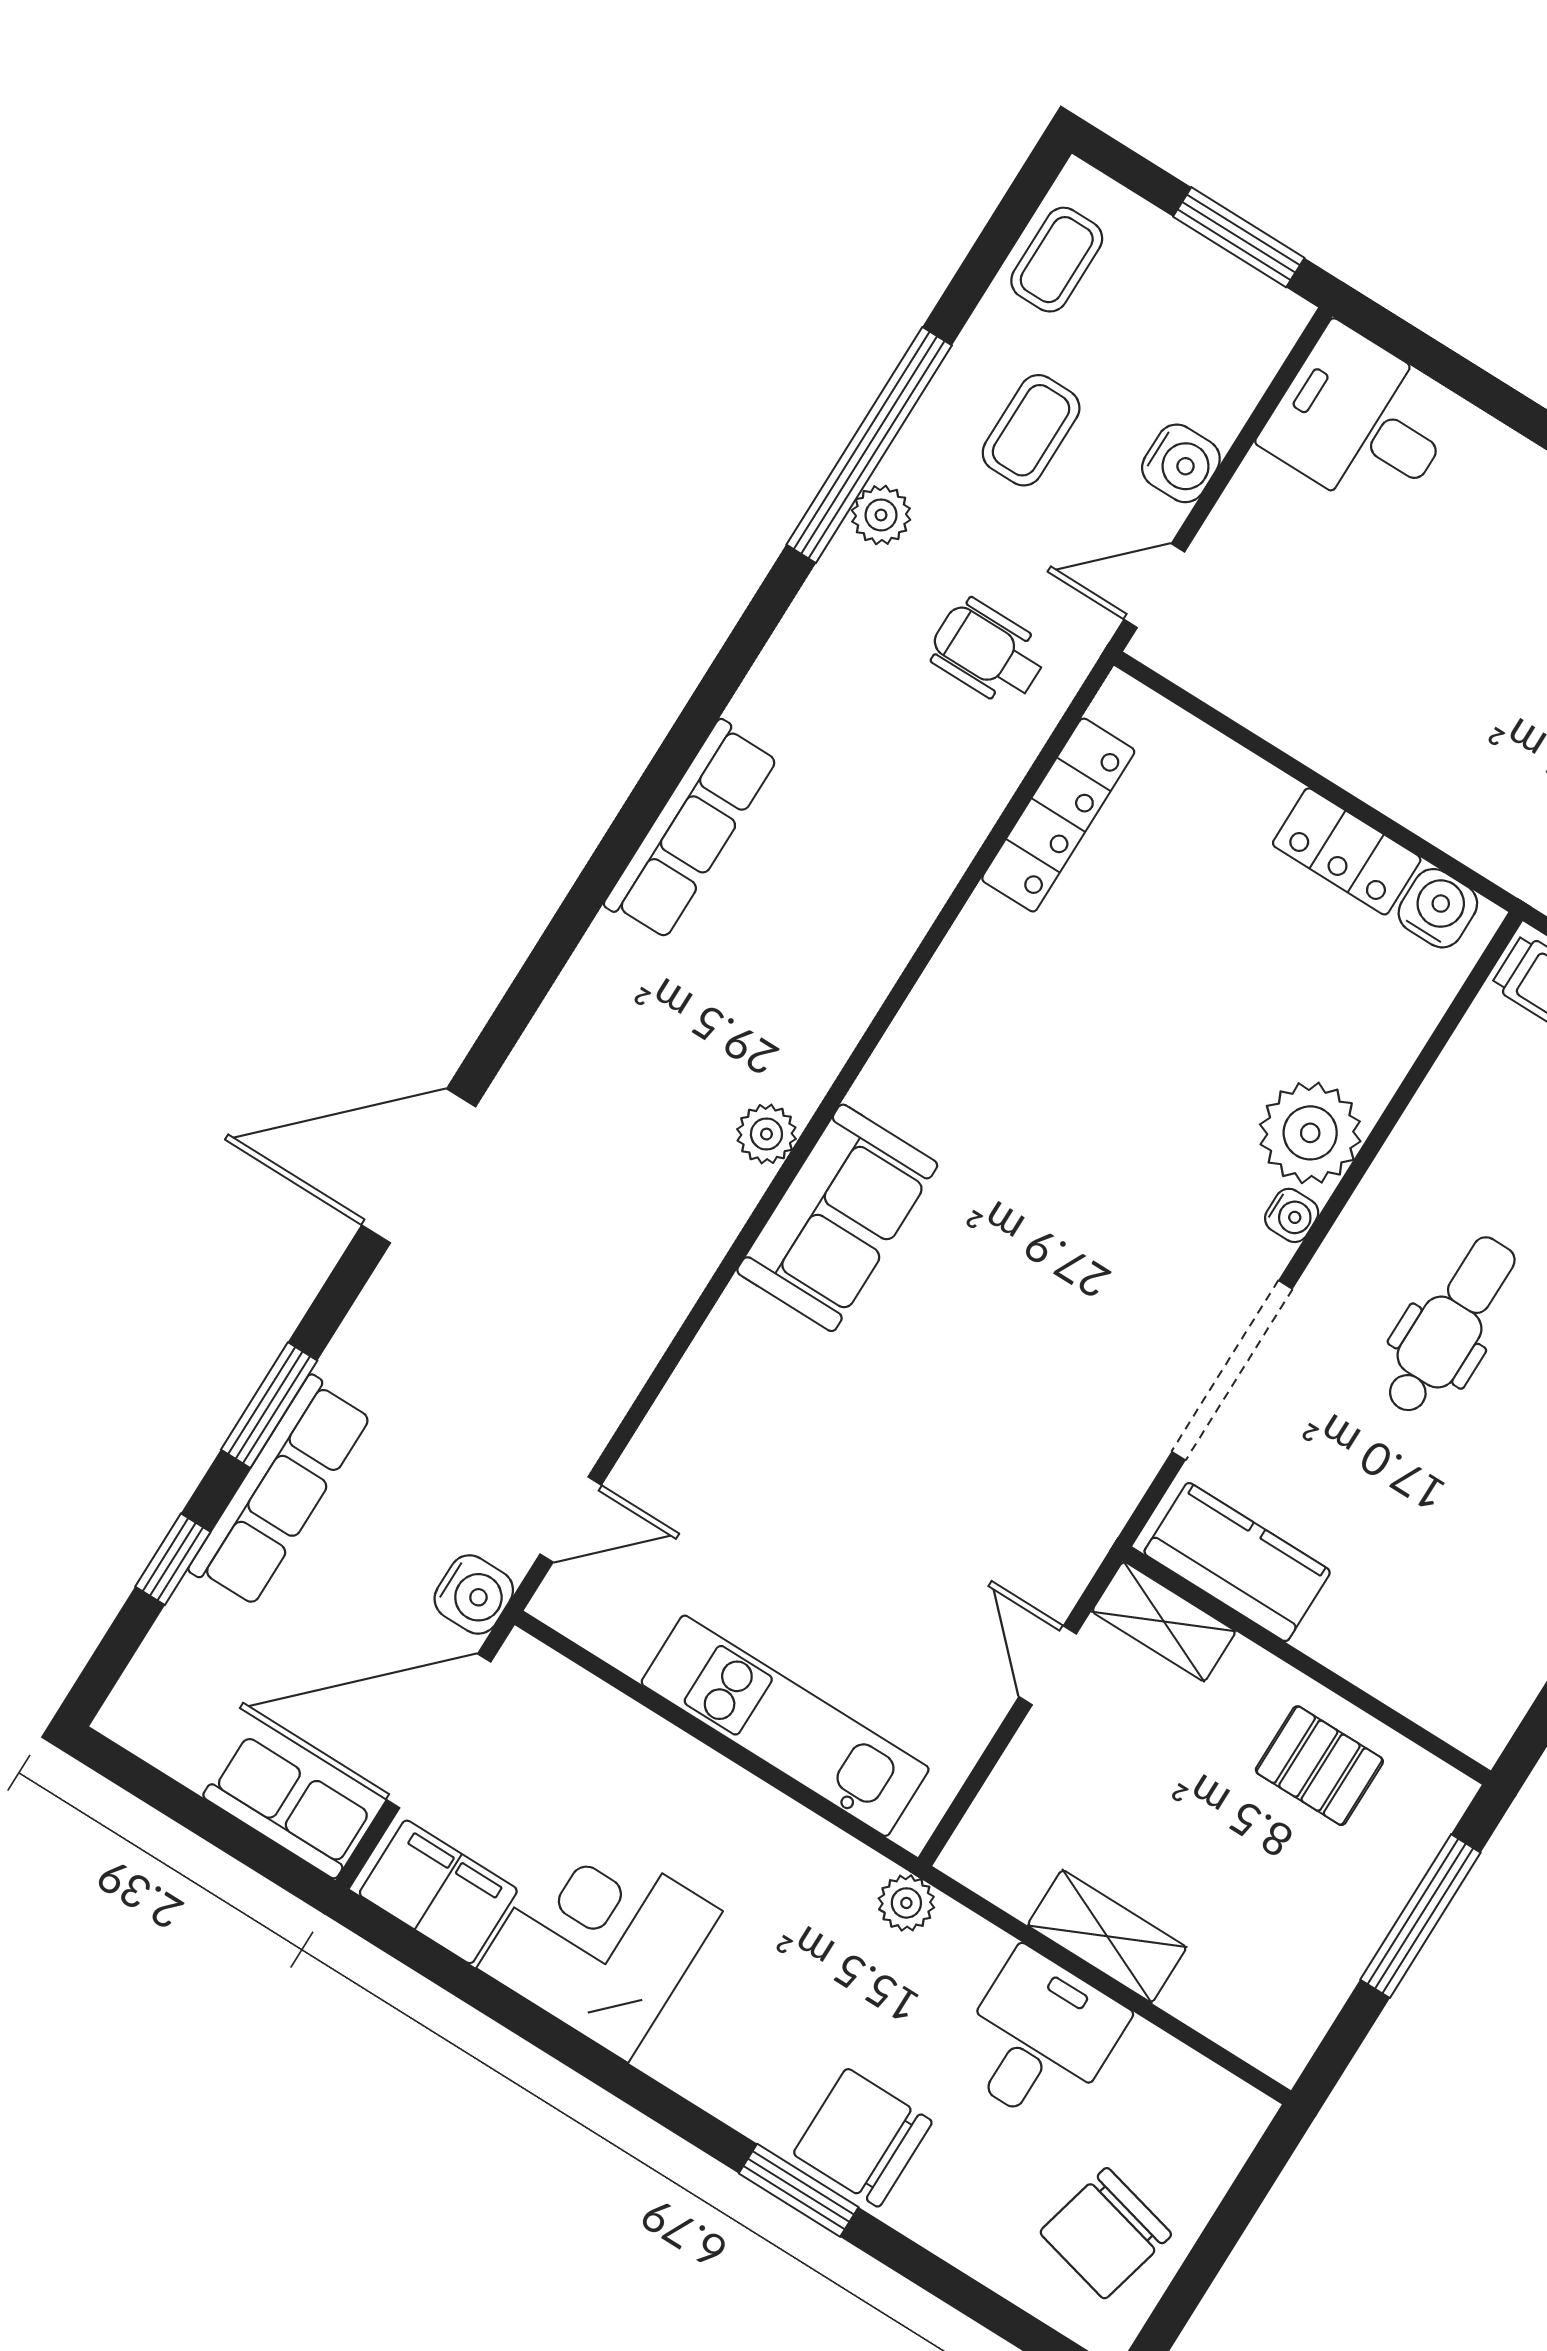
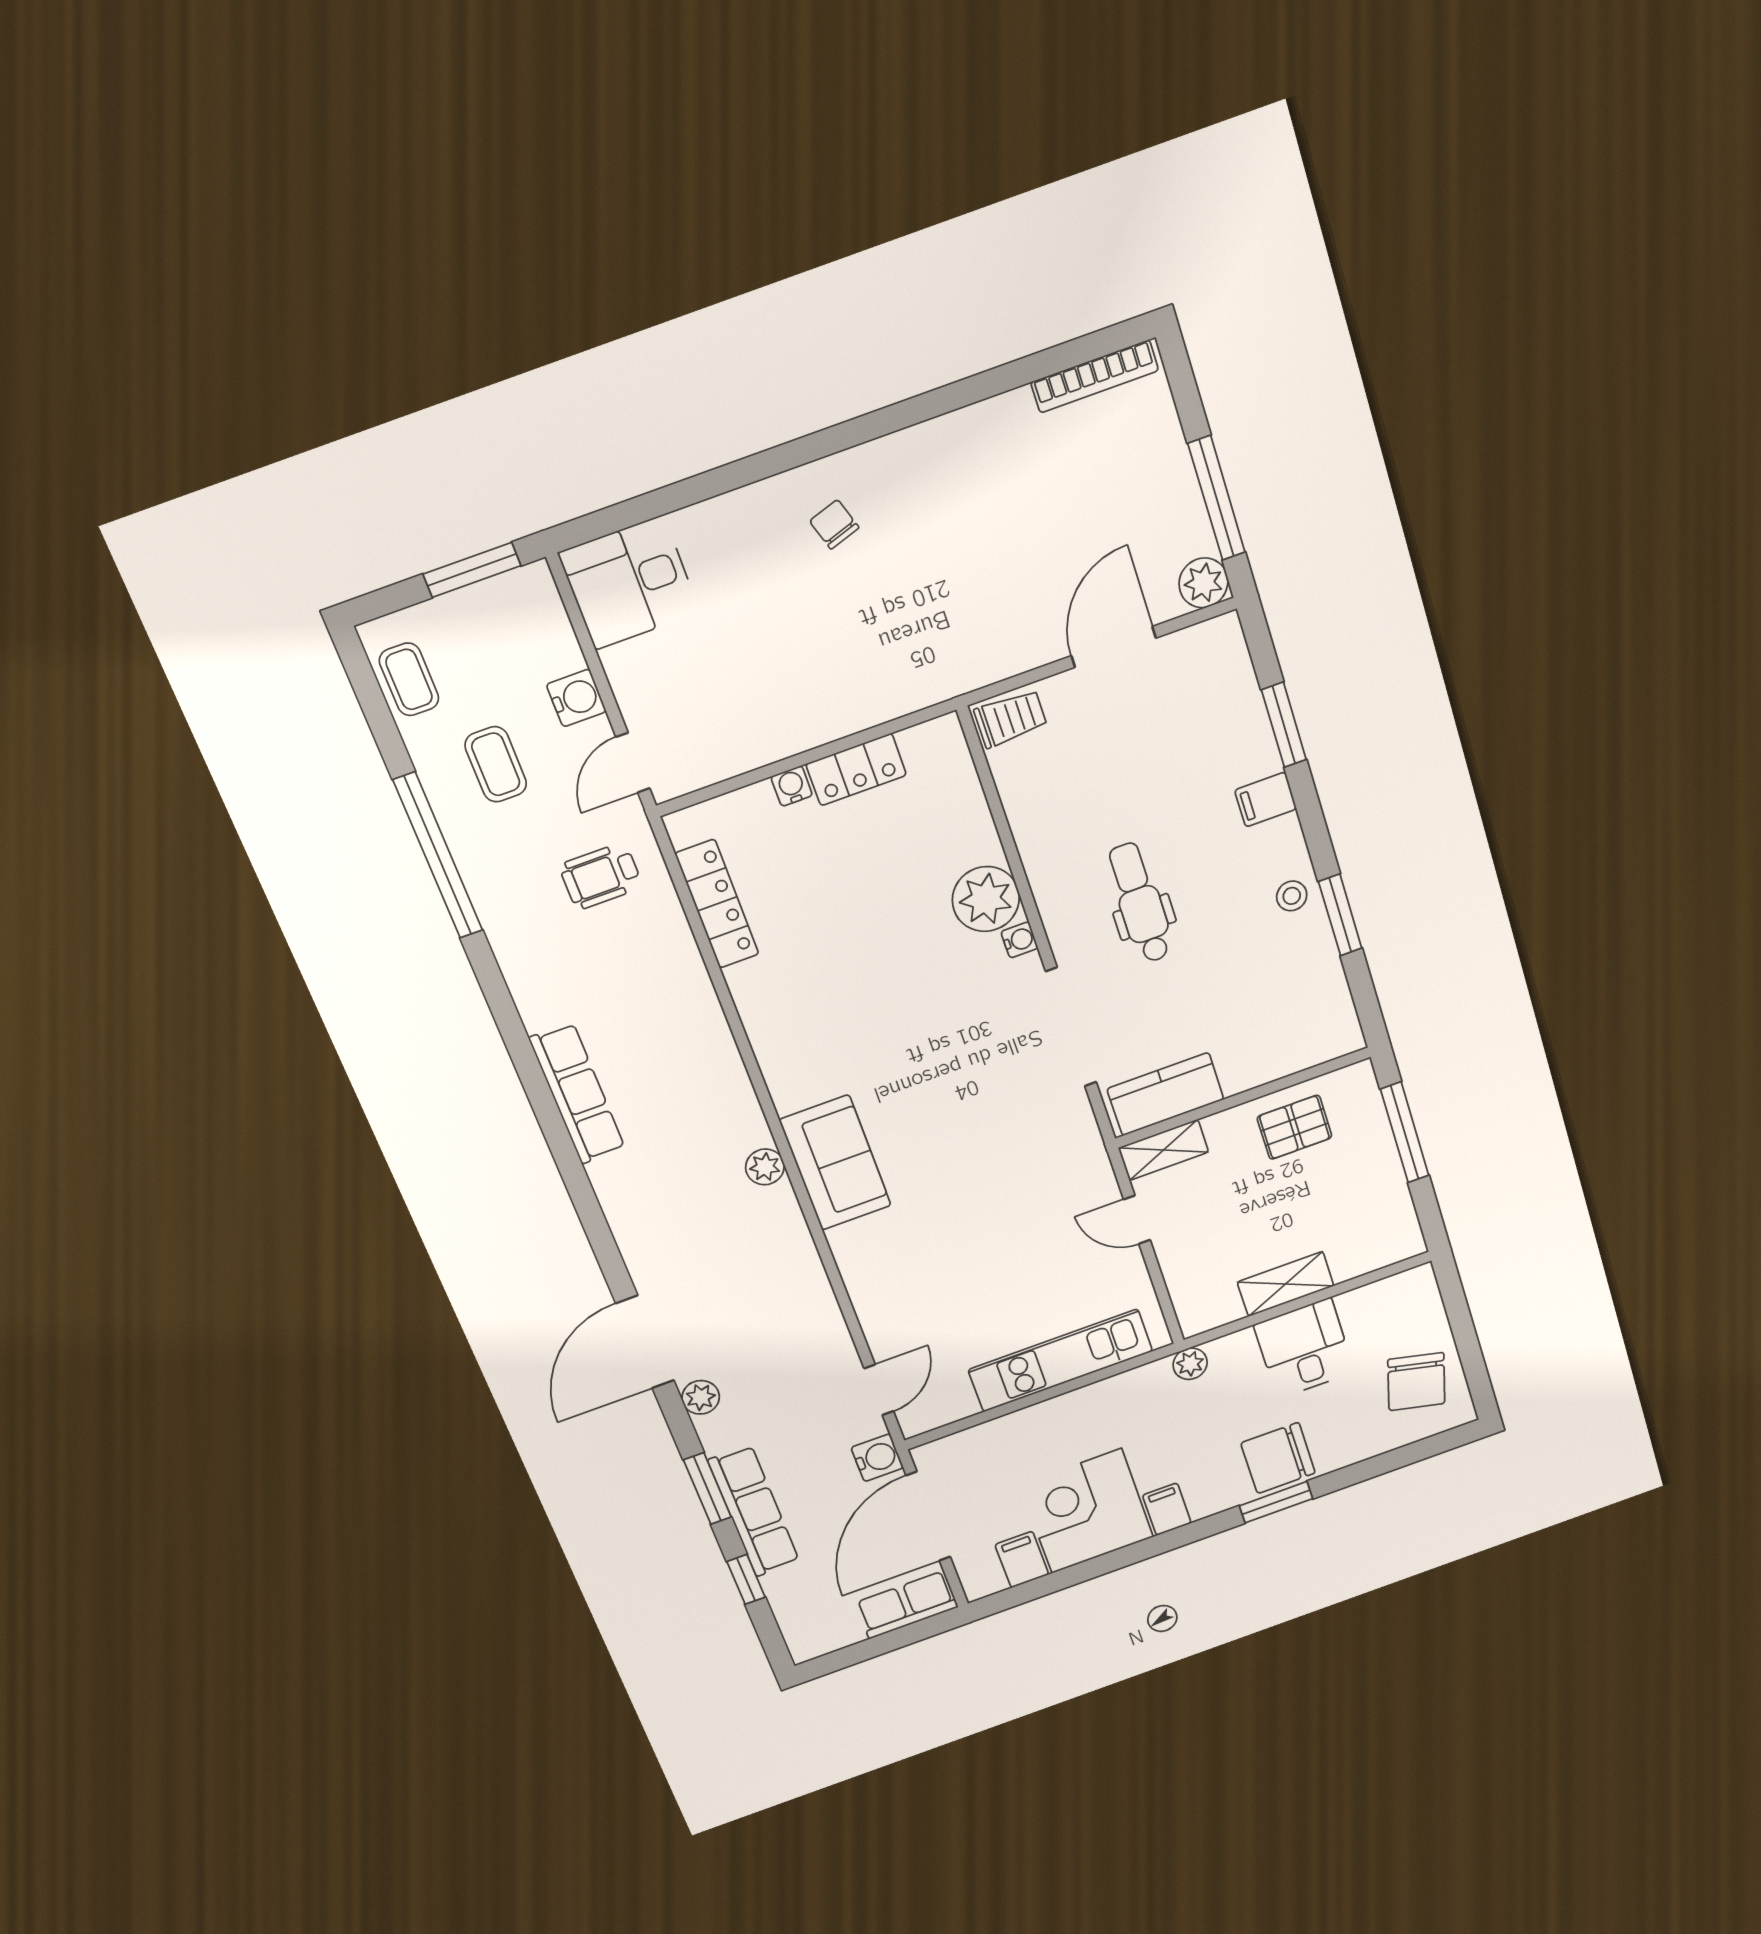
plant: (881, 515) -> (701, 1397), moved
water cooler: (1438, 908) -> (792, 786), moved, width x0.72, depth x0.72
filing cabinet: (438, 1892) -> (1022, 1560), width x0.50
filing cabinet: (681, 2047) -> (1167, 1509), added

